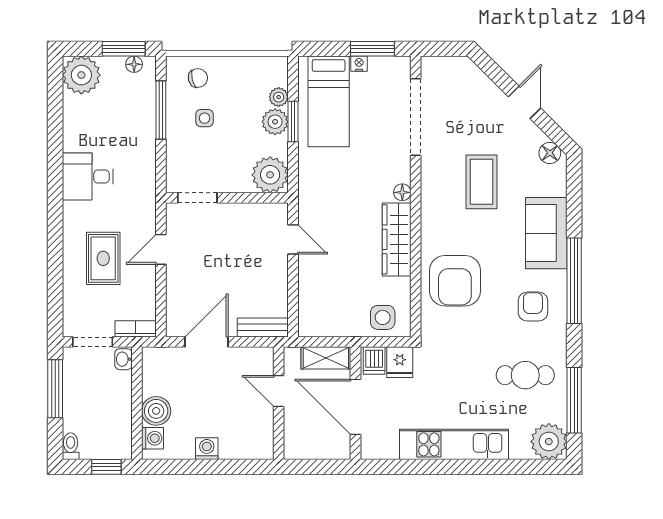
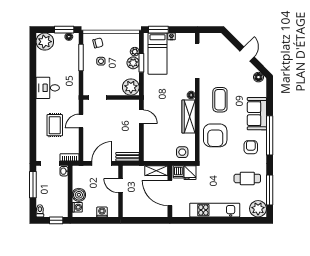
window: (372, 49) -> (158, 30), moved
coffee table: (481, 182) -> (220, 100), moved
door: (279, 391) -> (121, 186), moved
wall: (279, 403) -> (121, 191), moved

